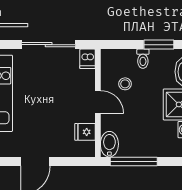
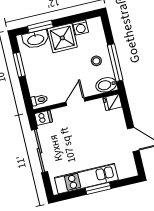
toilet: (143, 59) -> (39, 100), moved
stool: (125, 84) -> (96, 61), moved
fridge: (85, 132) -> (112, 102), moved, turned 90

